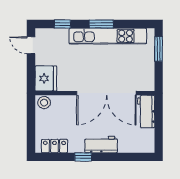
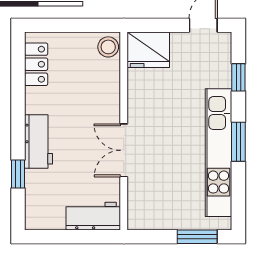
double door: (106, 93) -> (124, 150), width x0.54
window: (83, 157) -> (18, 174), moved

